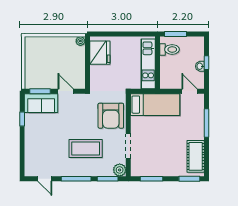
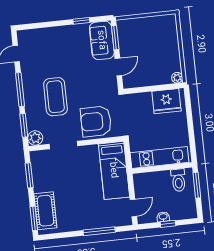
cot: (196, 156) -> (45, 211), moved, turned 90

